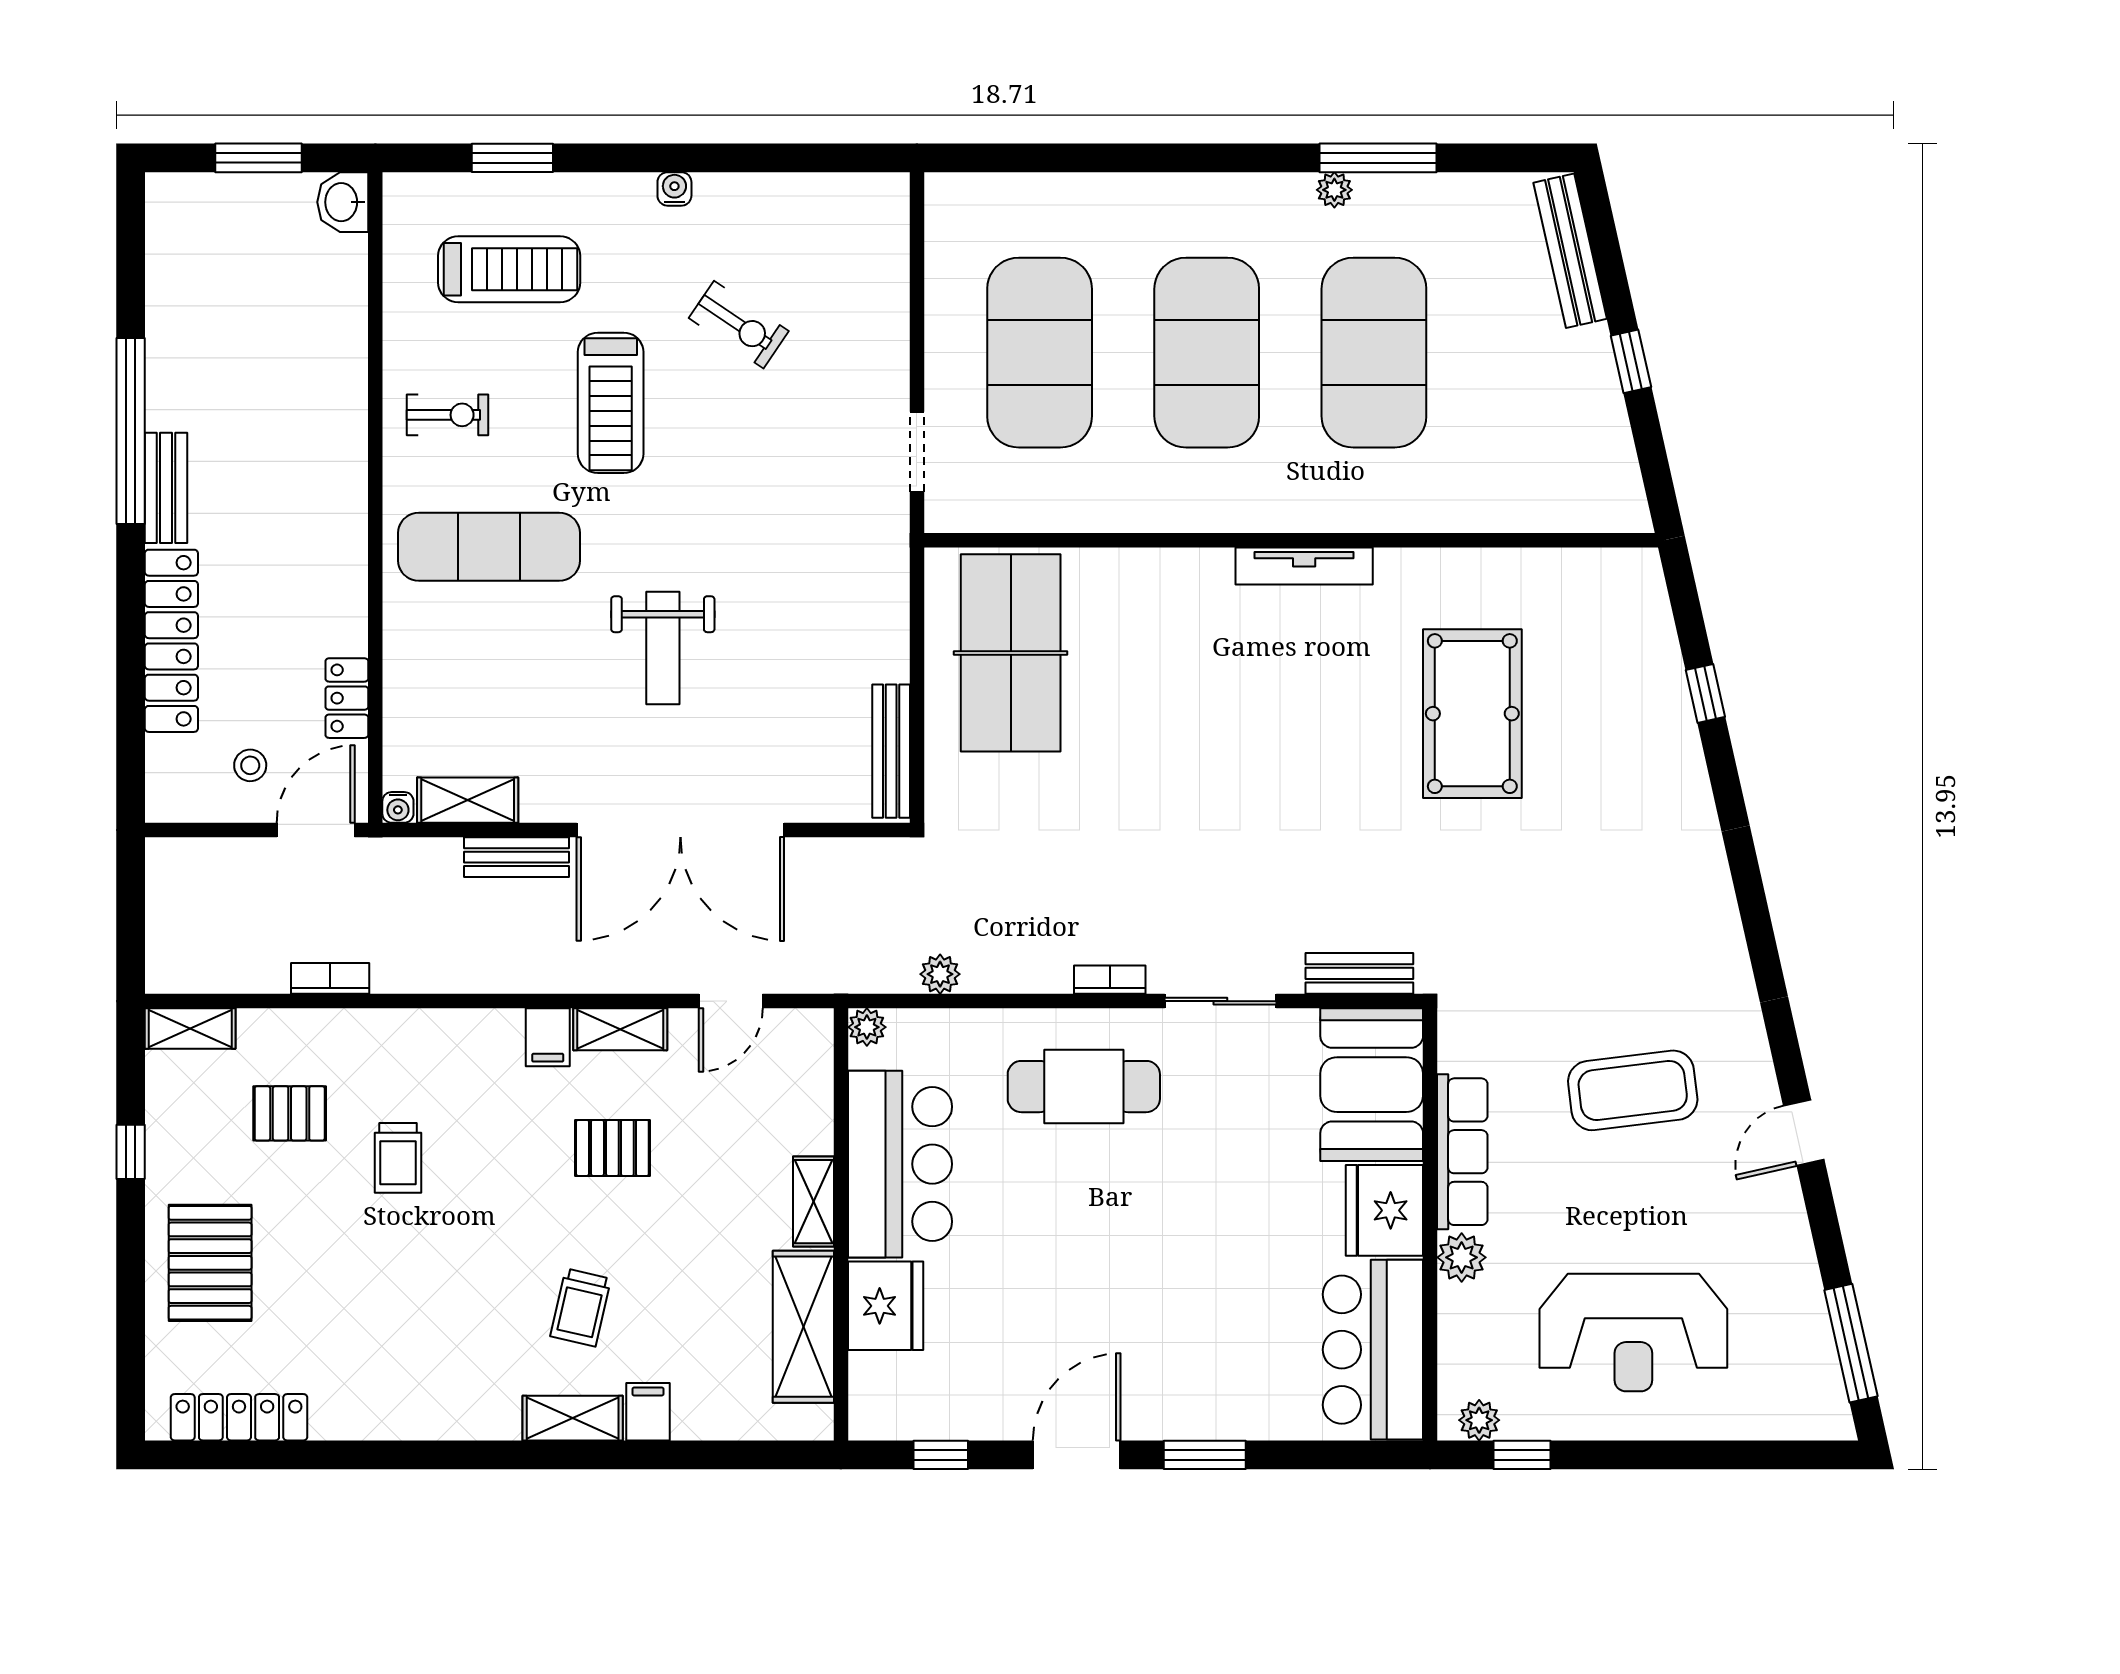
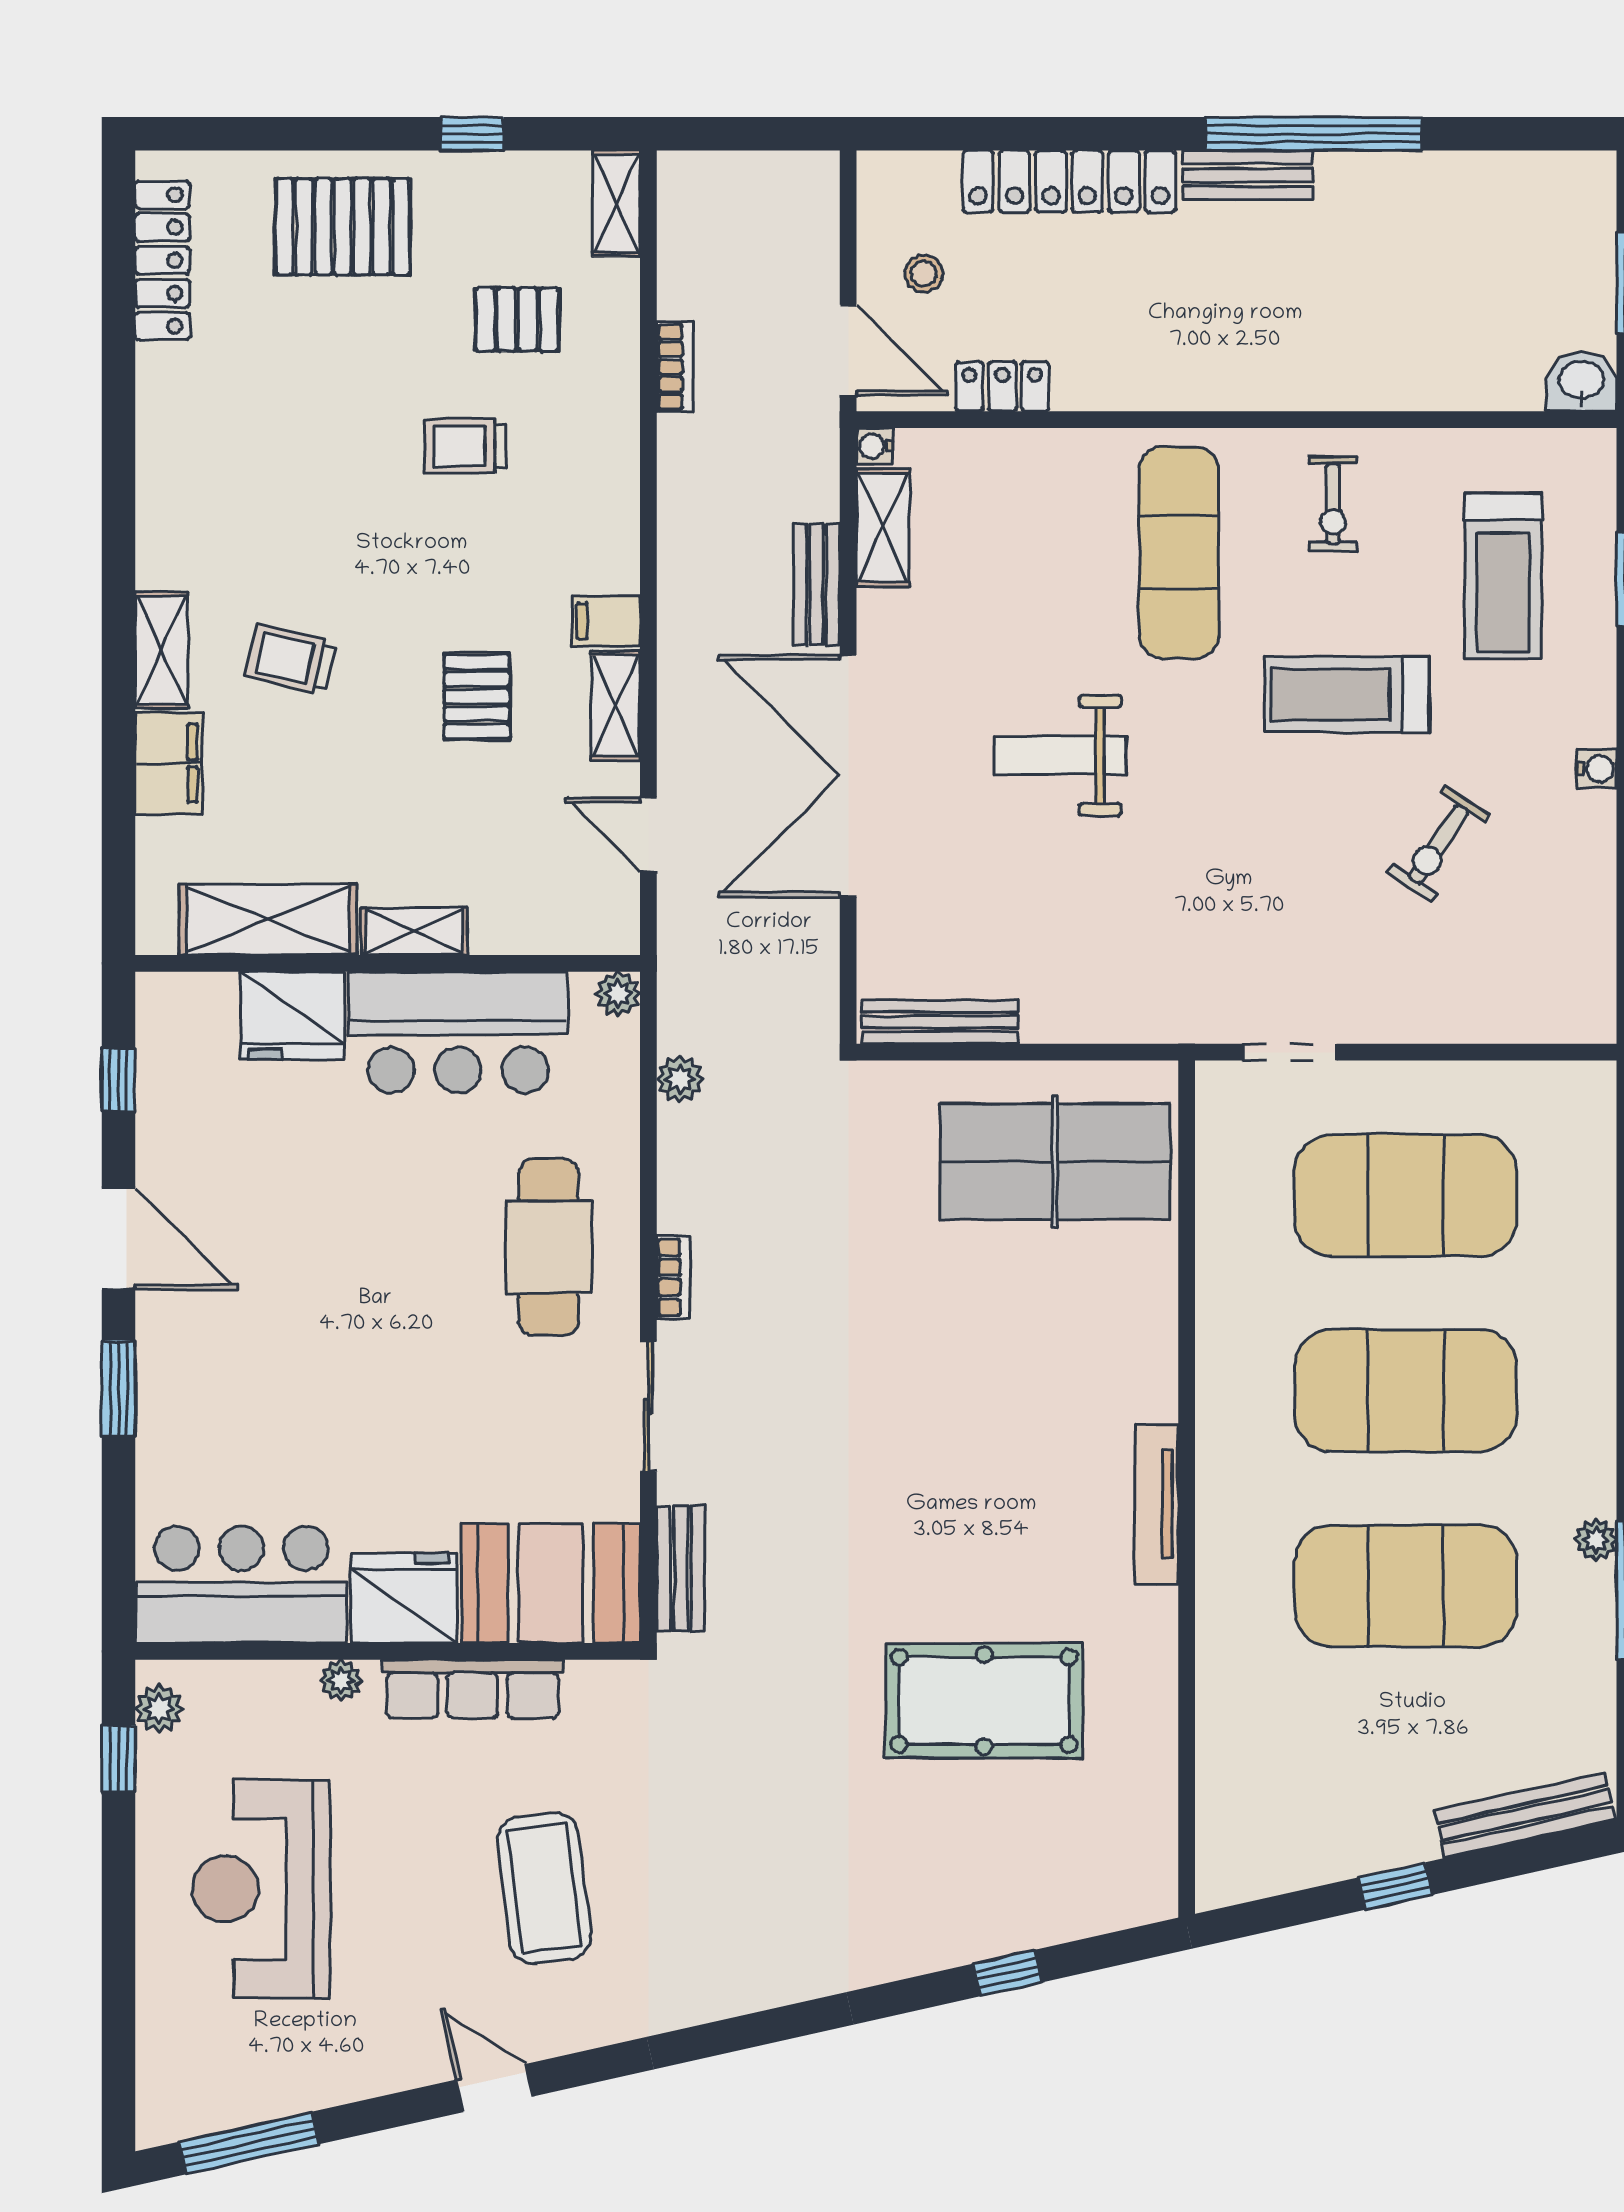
pallet: (290, 1113) -> (517, 320), turned 90
plant: (1462, 1257) -> (341, 1680), width x0.73, depth x0.73
filing cabinet: (648, 1412) -> (169, 763), width x2.00

